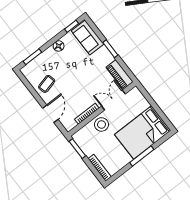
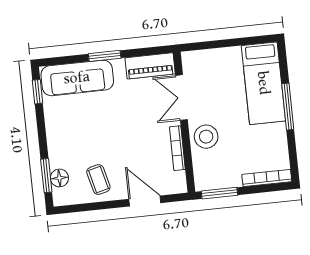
sofa: (88, 37) -> (77, 78), width x1.36
floor lamp: (59, 46) -> (59, 178), moved
bed: (143, 132) -> (263, 83), width x0.67

